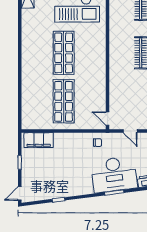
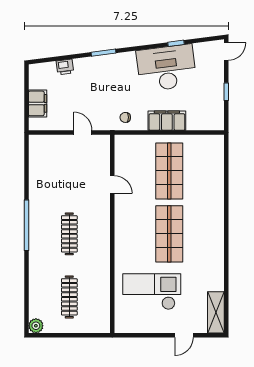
door: (108, 119) -> (112, 185), moved
filing cabinet: (39, 140) -> (167, 121), moved
desk: (114, 174) -> (166, 68), moved

